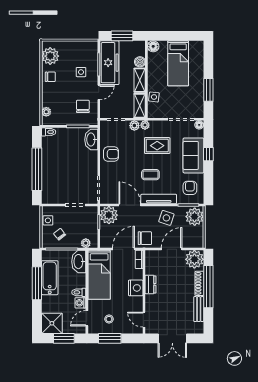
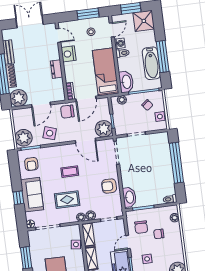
chair: (50, 77) -> (159, 234), moved
tv unit: (159, 199) -> (59, 150), removed
nightstand: (136, 288) -> (69, 54), moved

